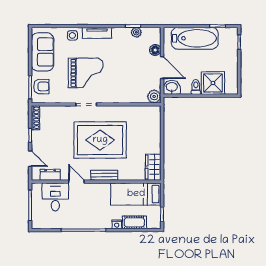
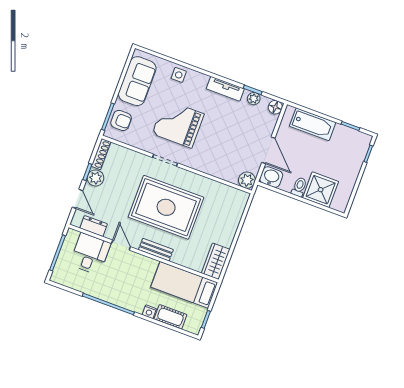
tv unit: (97, 33) -> (225, 89), moved
bathtub: (195, 38) -> (313, 124), width x0.73, depth x0.73
floor lamp: (155, 50) -> (275, 107), moved
grand piano: (86, 73) -> (178, 124), turned 180
plant: (38, 138) -> (96, 178), added

